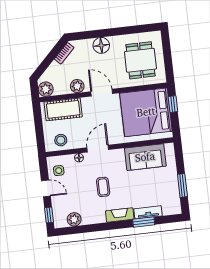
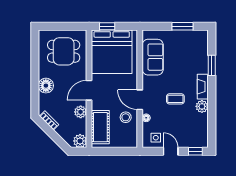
stool: (61, 140) -> (126, 117), moved
door: (46, 188) -> (171, 151), hinge flipped
tv unit: (148, 212) -> (203, 60), removed
plant: (74, 219) -> (202, 106), moved

